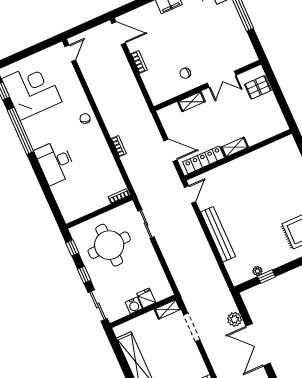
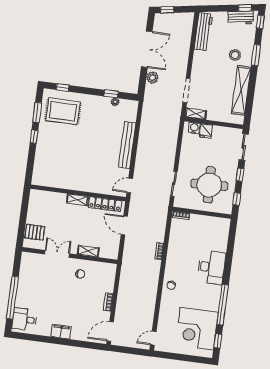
door: (119, 33) -> (110, 331), hinge flipped
water cooler: (134, 305) -> (194, 128), moved

